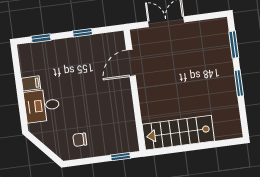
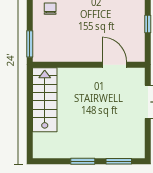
window: (120, 157) -> (30, 44), width x1.50

